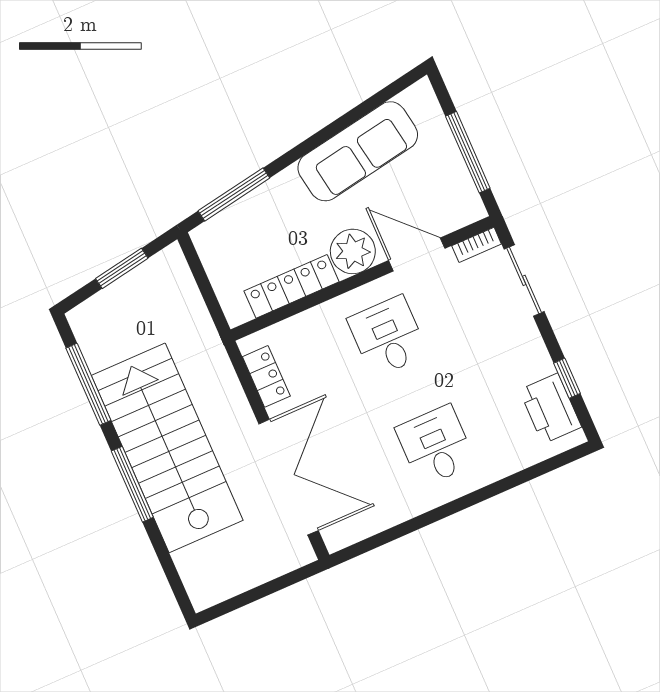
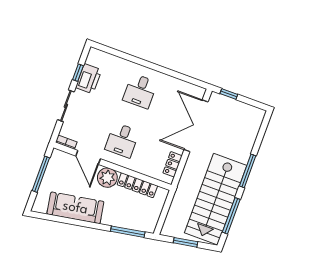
sliding door: (524, 280) -> (66, 106), moved
printer: (550, 408) -> (89, 79), moved
stairs: (167, 448) -> (216, 199), moved
window: (285, 581) -> (229, 94), added

